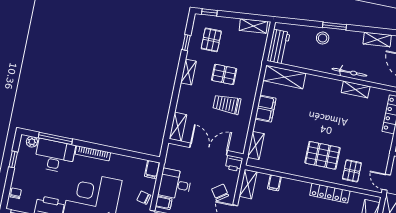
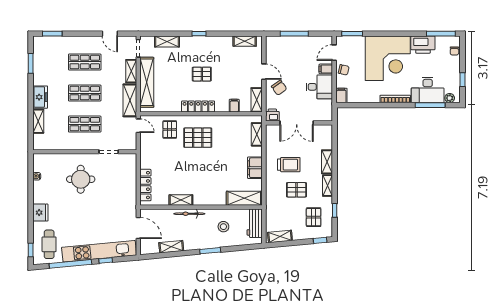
stool: (323, 38) -> (223, 227), moved
shelving: (178, 127) -> (327, 162), moved
locker: (330, 193) -> (198, 106), moved

